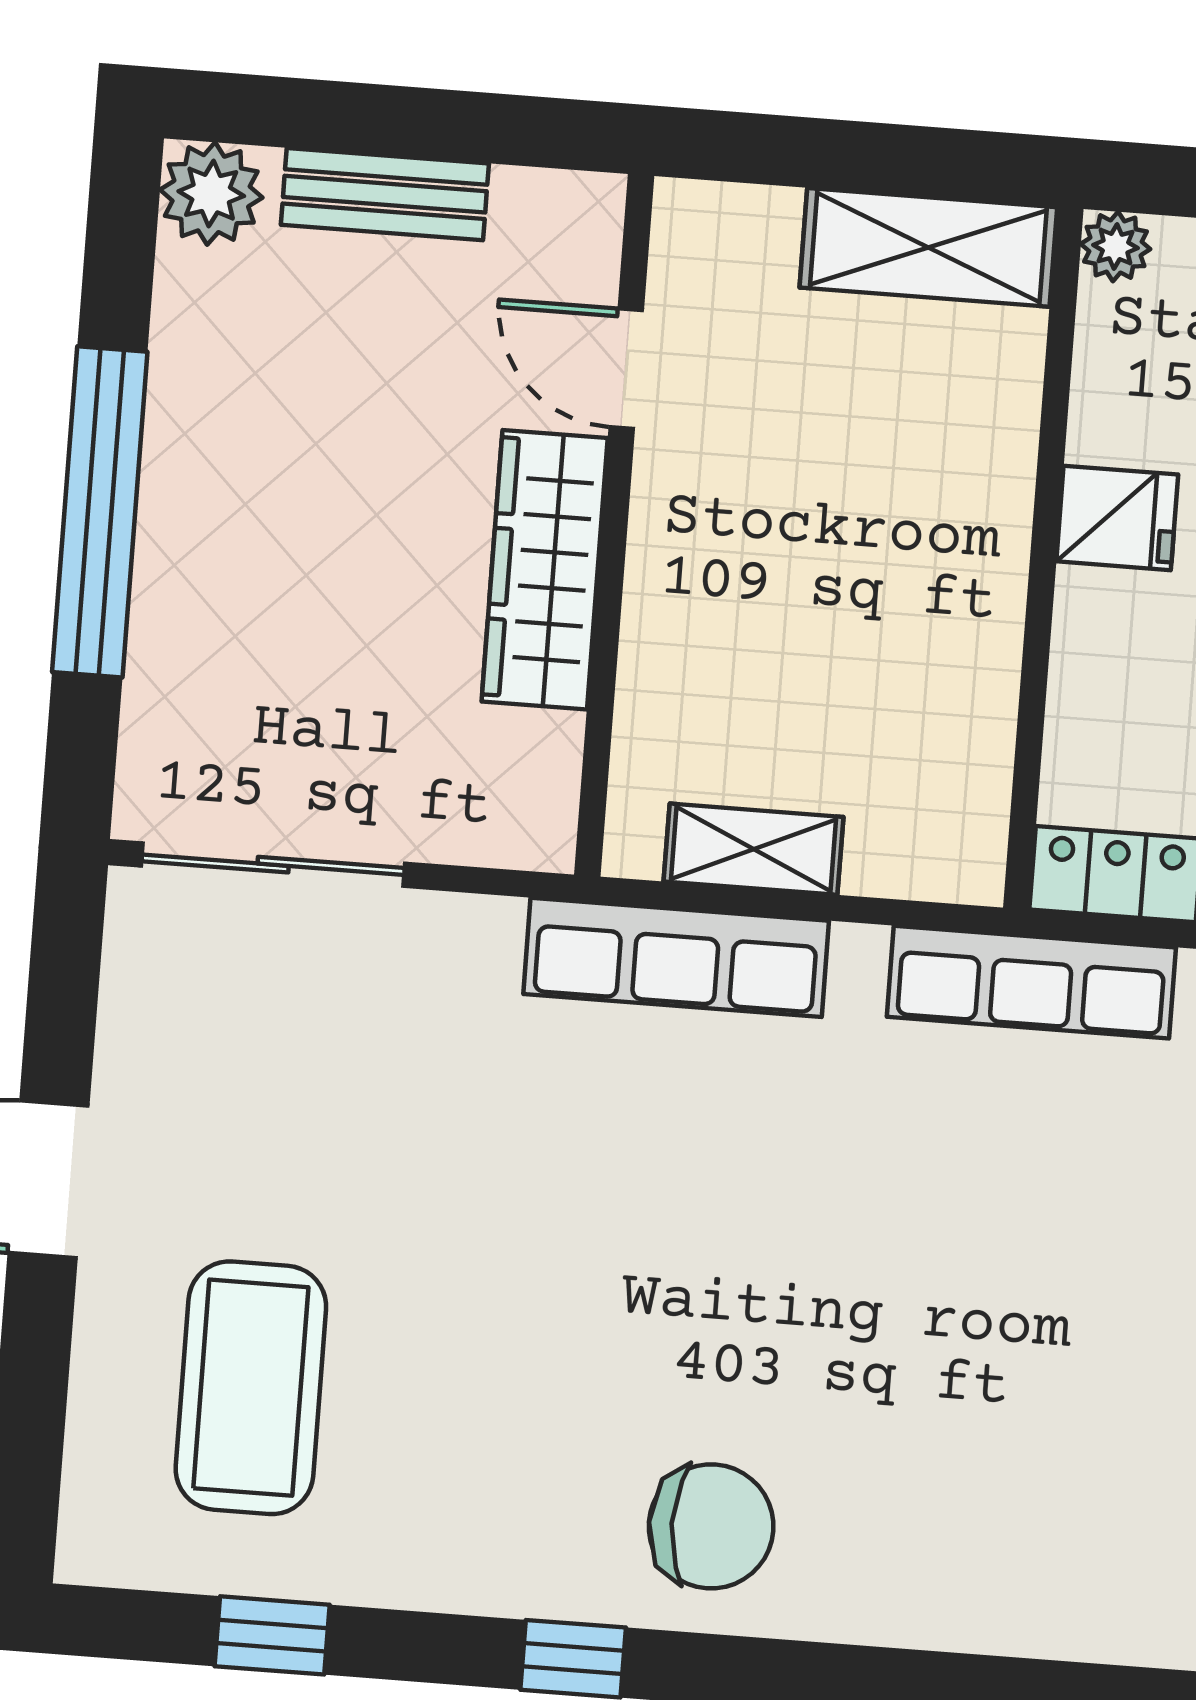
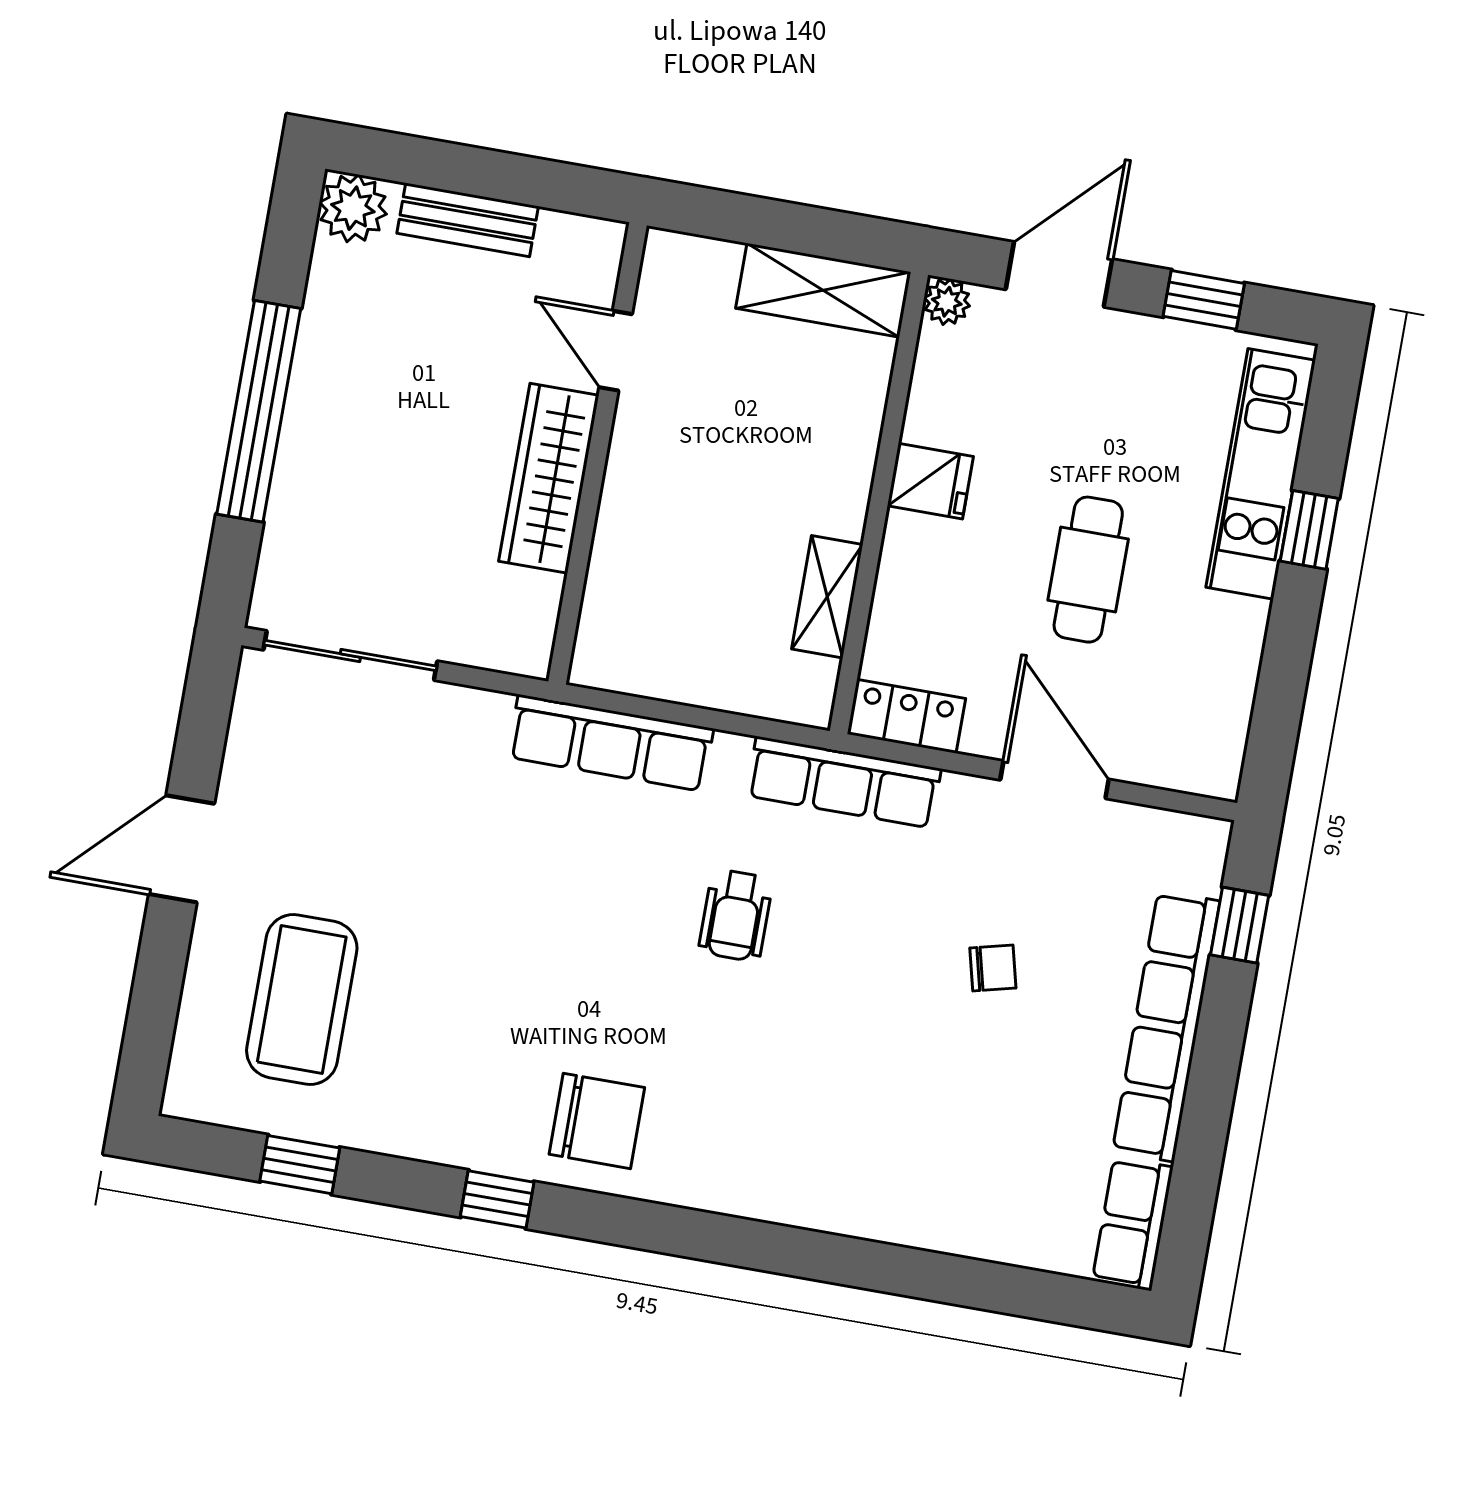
shelving: (754, 849) -> (827, 597), moved, turned 90
wheelchair: (889, 1198) -> (736, 915), added

